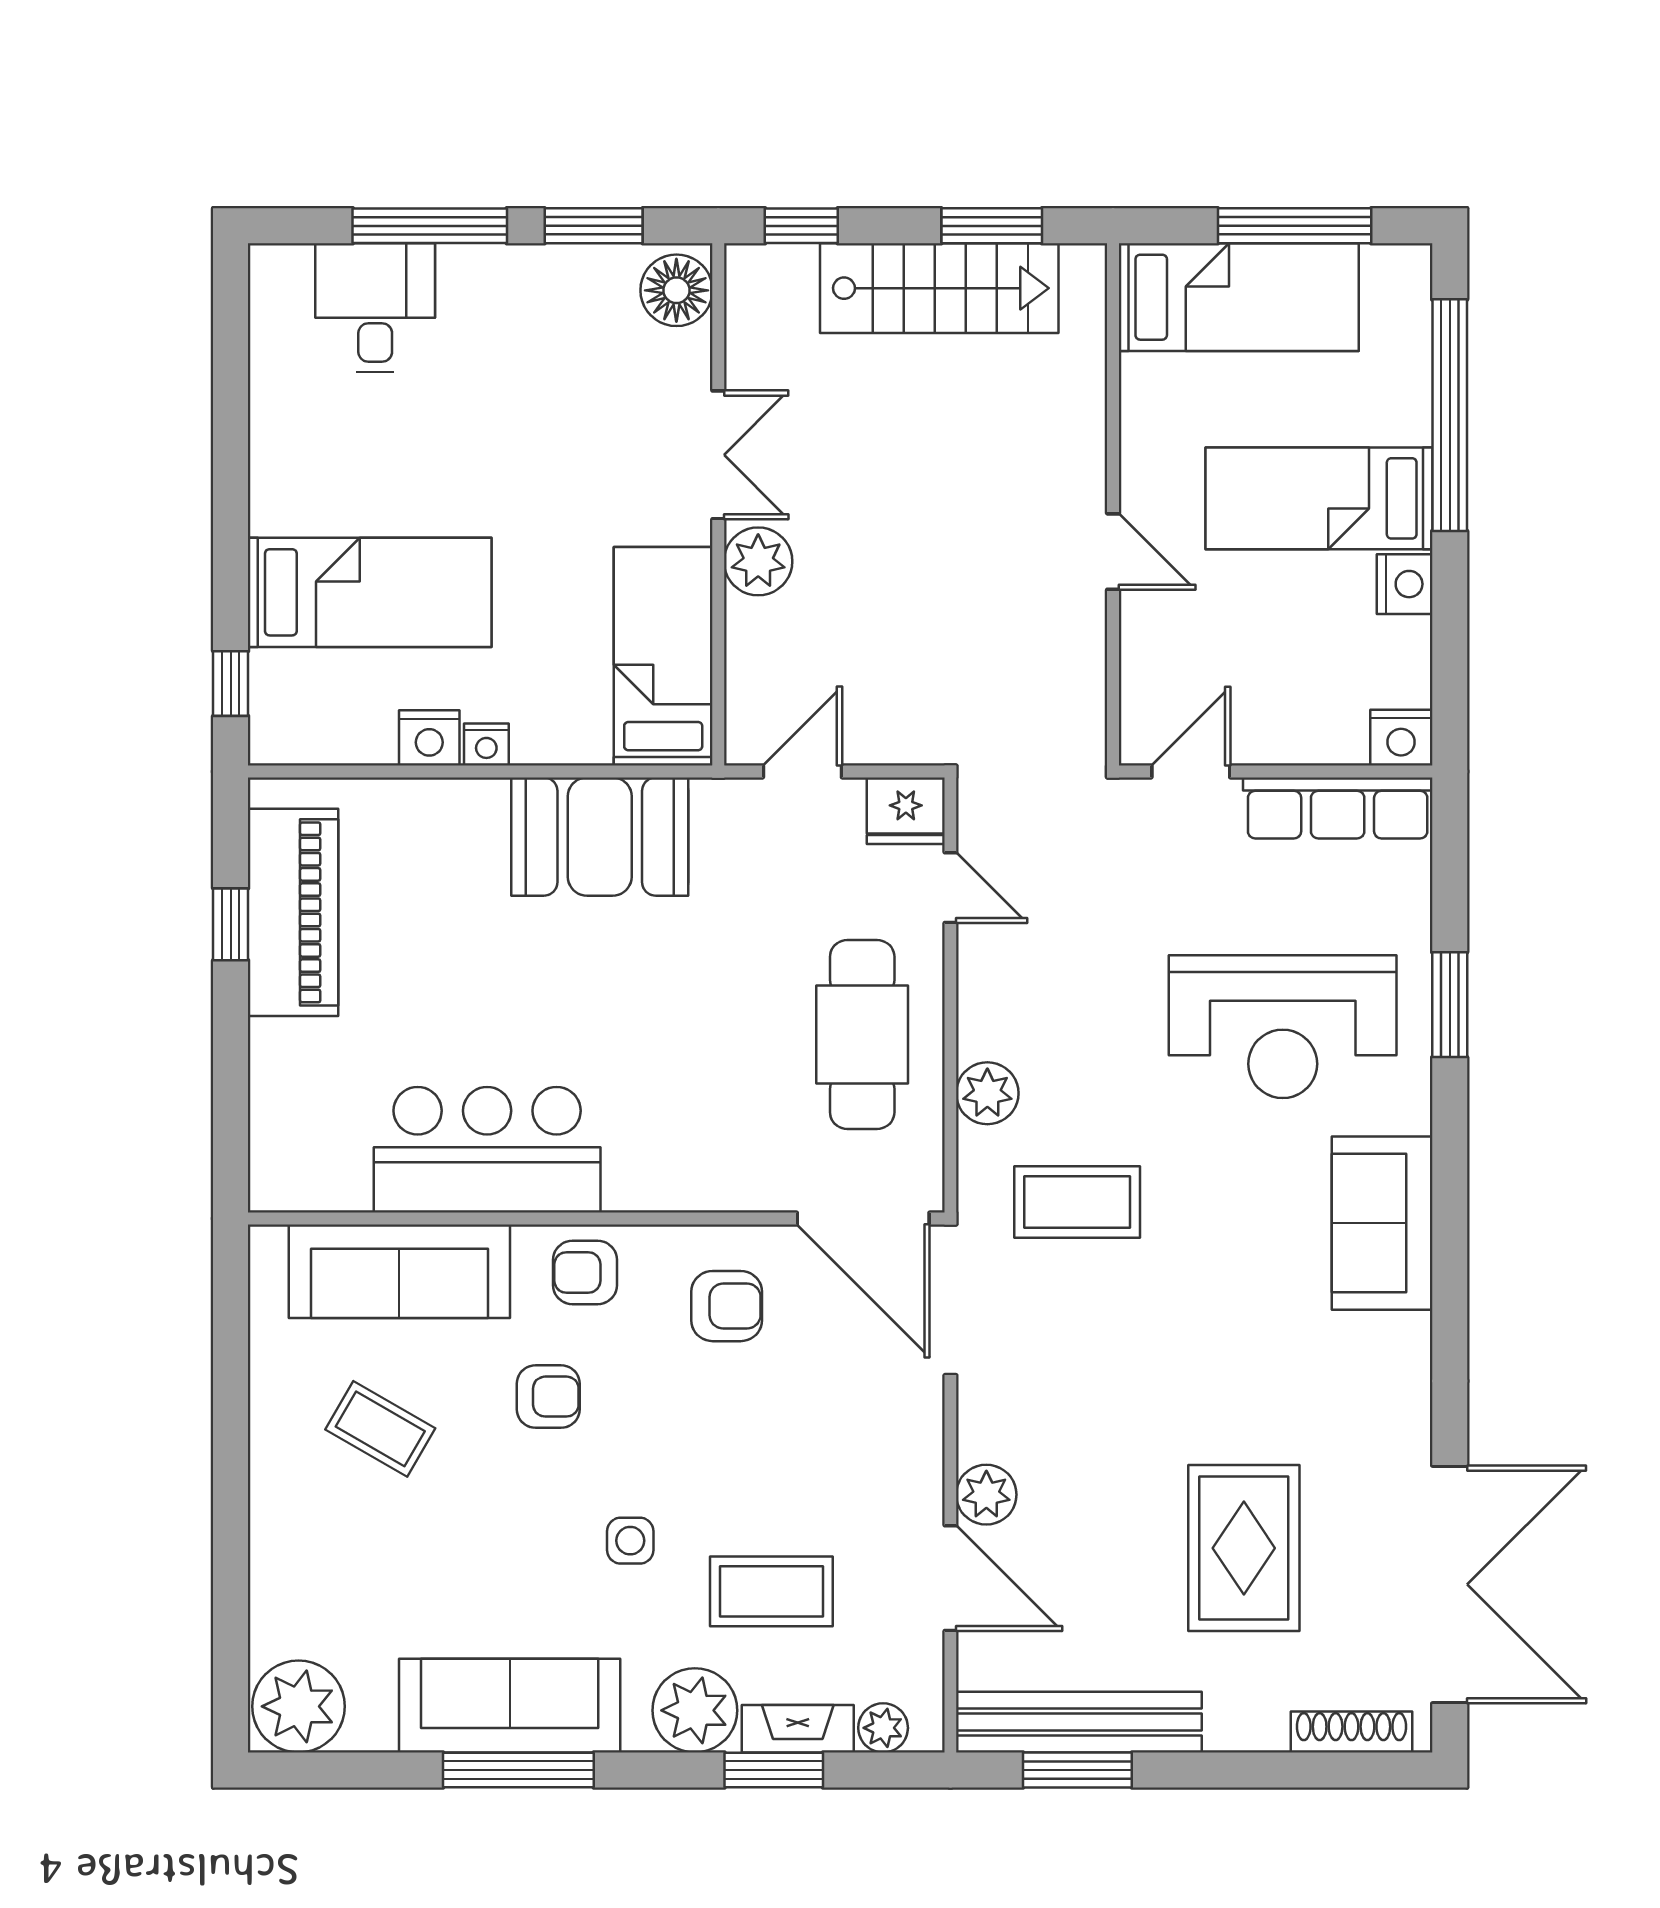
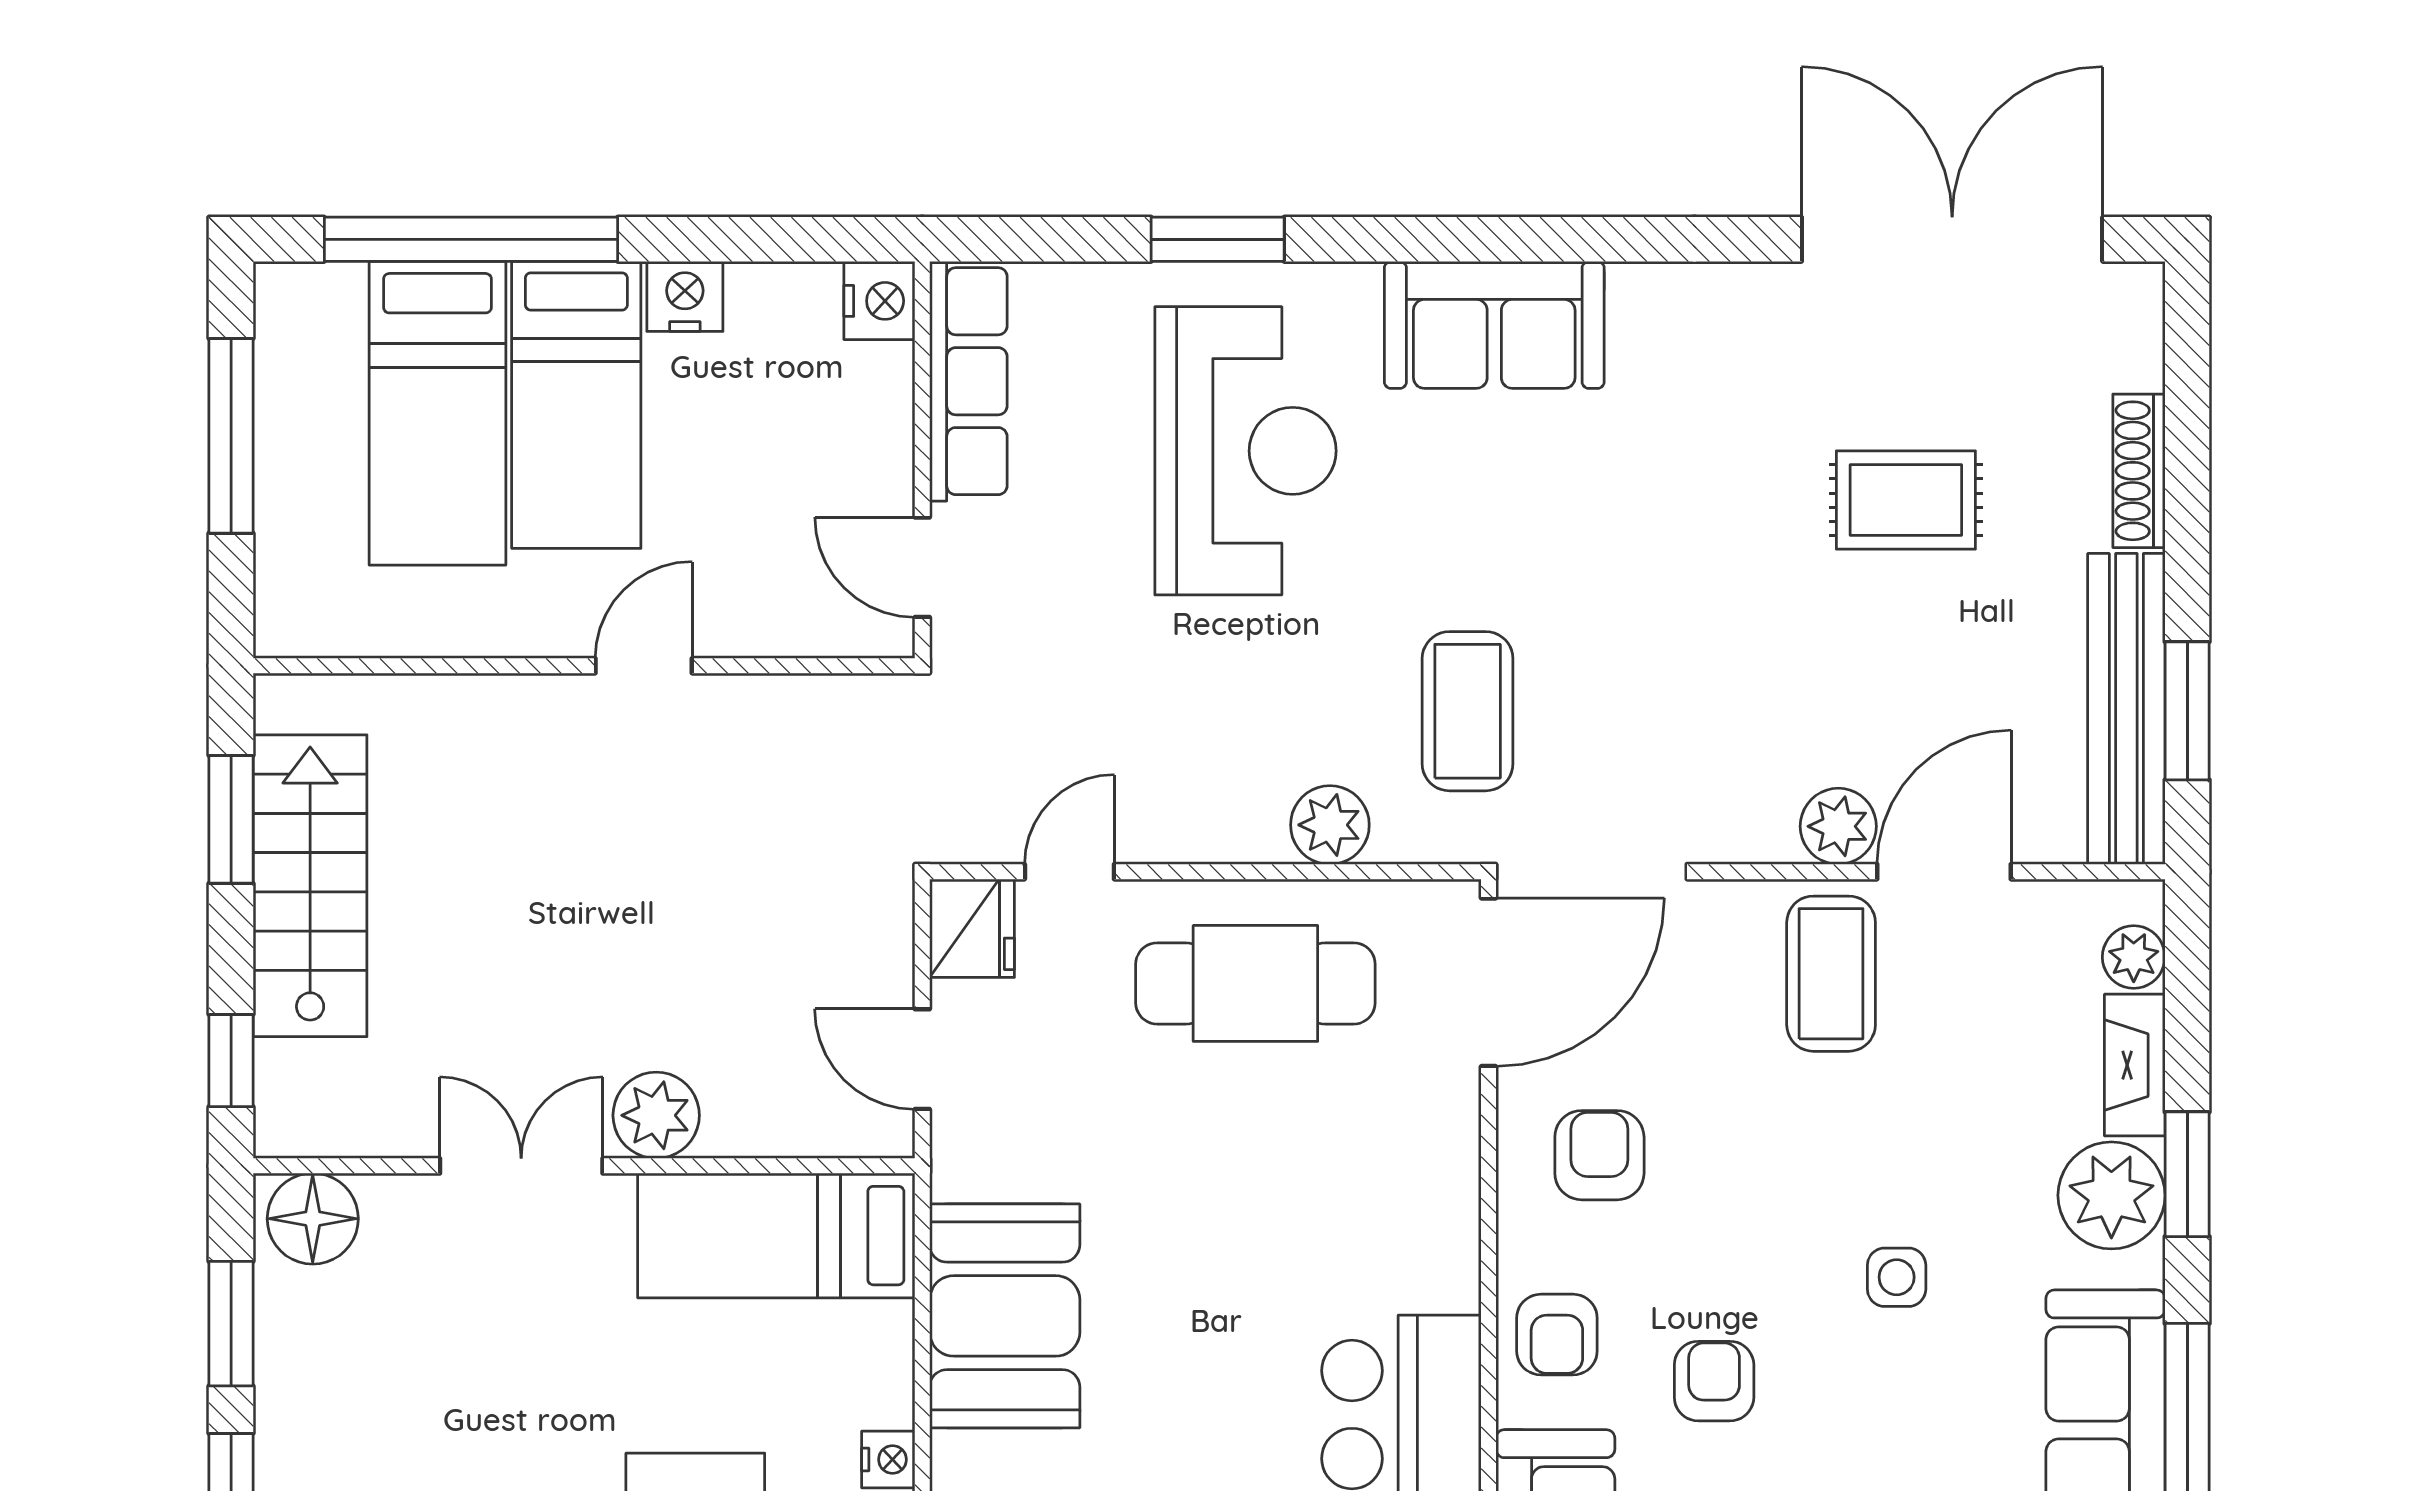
bed: (1239, 297) -> (437, 413), moved, turned 180
rug: (1244, 1548) -> (1906, 500), width x0.73, depth x0.70
coffee table: (771, 1591) -> (1831, 974), moved
shoe rack: (1351, 1732) -> (2139, 471), moved
window: (774, 1770) -> (2187, 1174), moved

